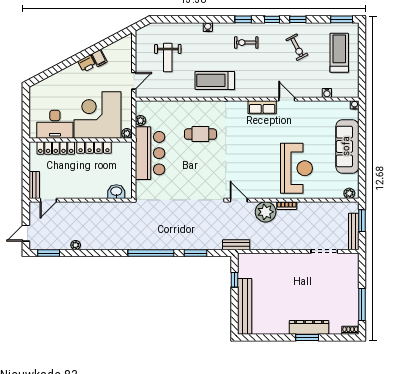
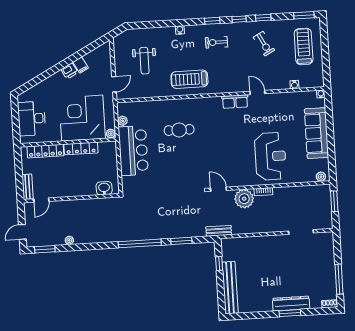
desk: (55, 124) -> (32, 119), moved, turned 90
bench: (354, 231) -> (327, 212), removed

